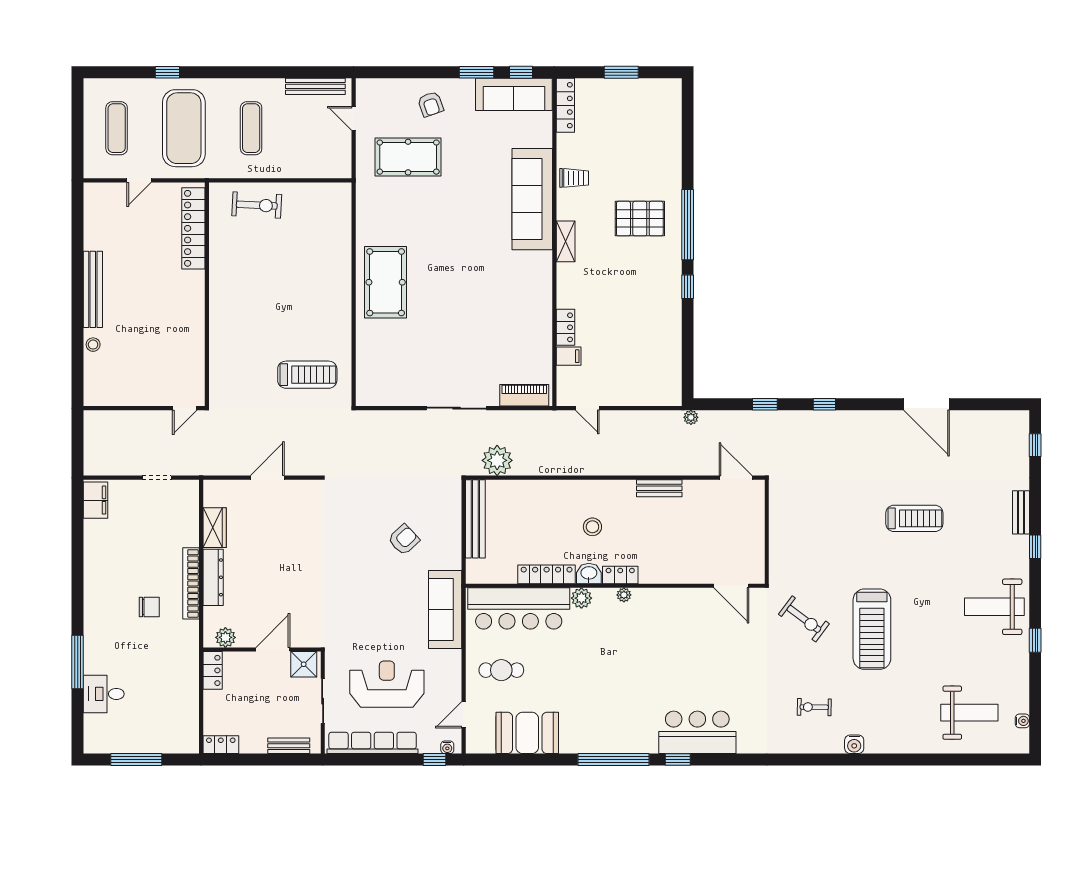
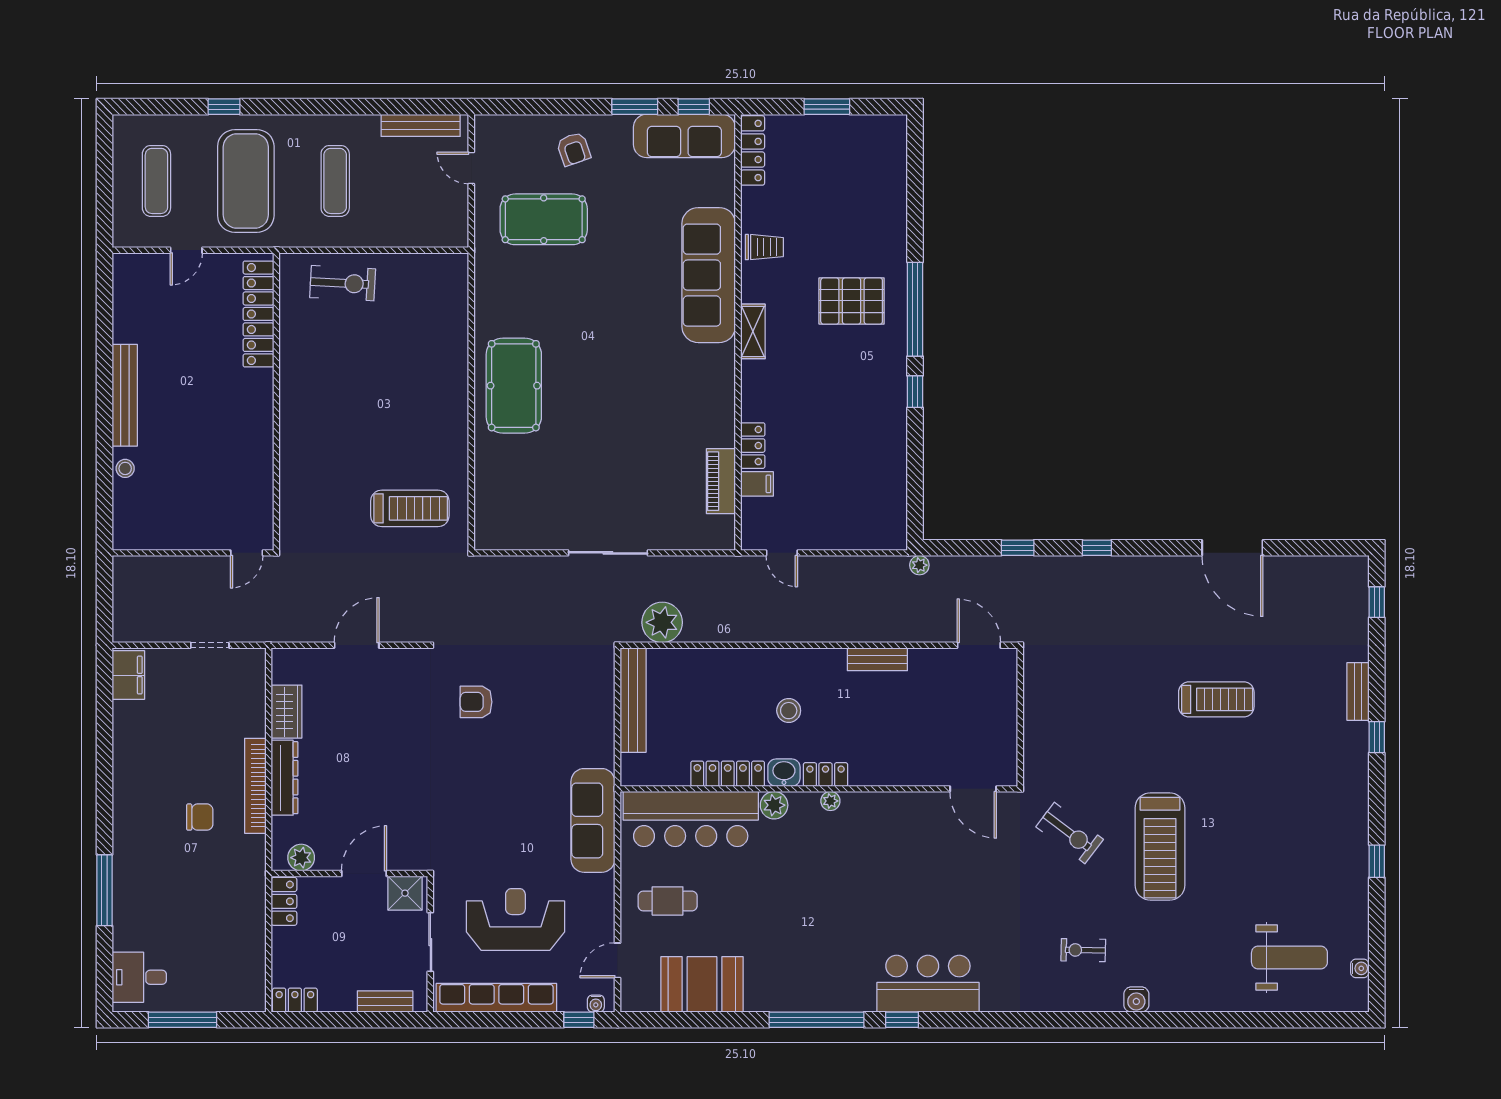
piano: (524, 395) -> (721, 481), moved, turned -90
armchair: (404, 540) -> (476, 702), moved, turned -137
weight bench: (994, 607) -> (1323, 817), removed
desk: (104, 694) -> (139, 977), moved

